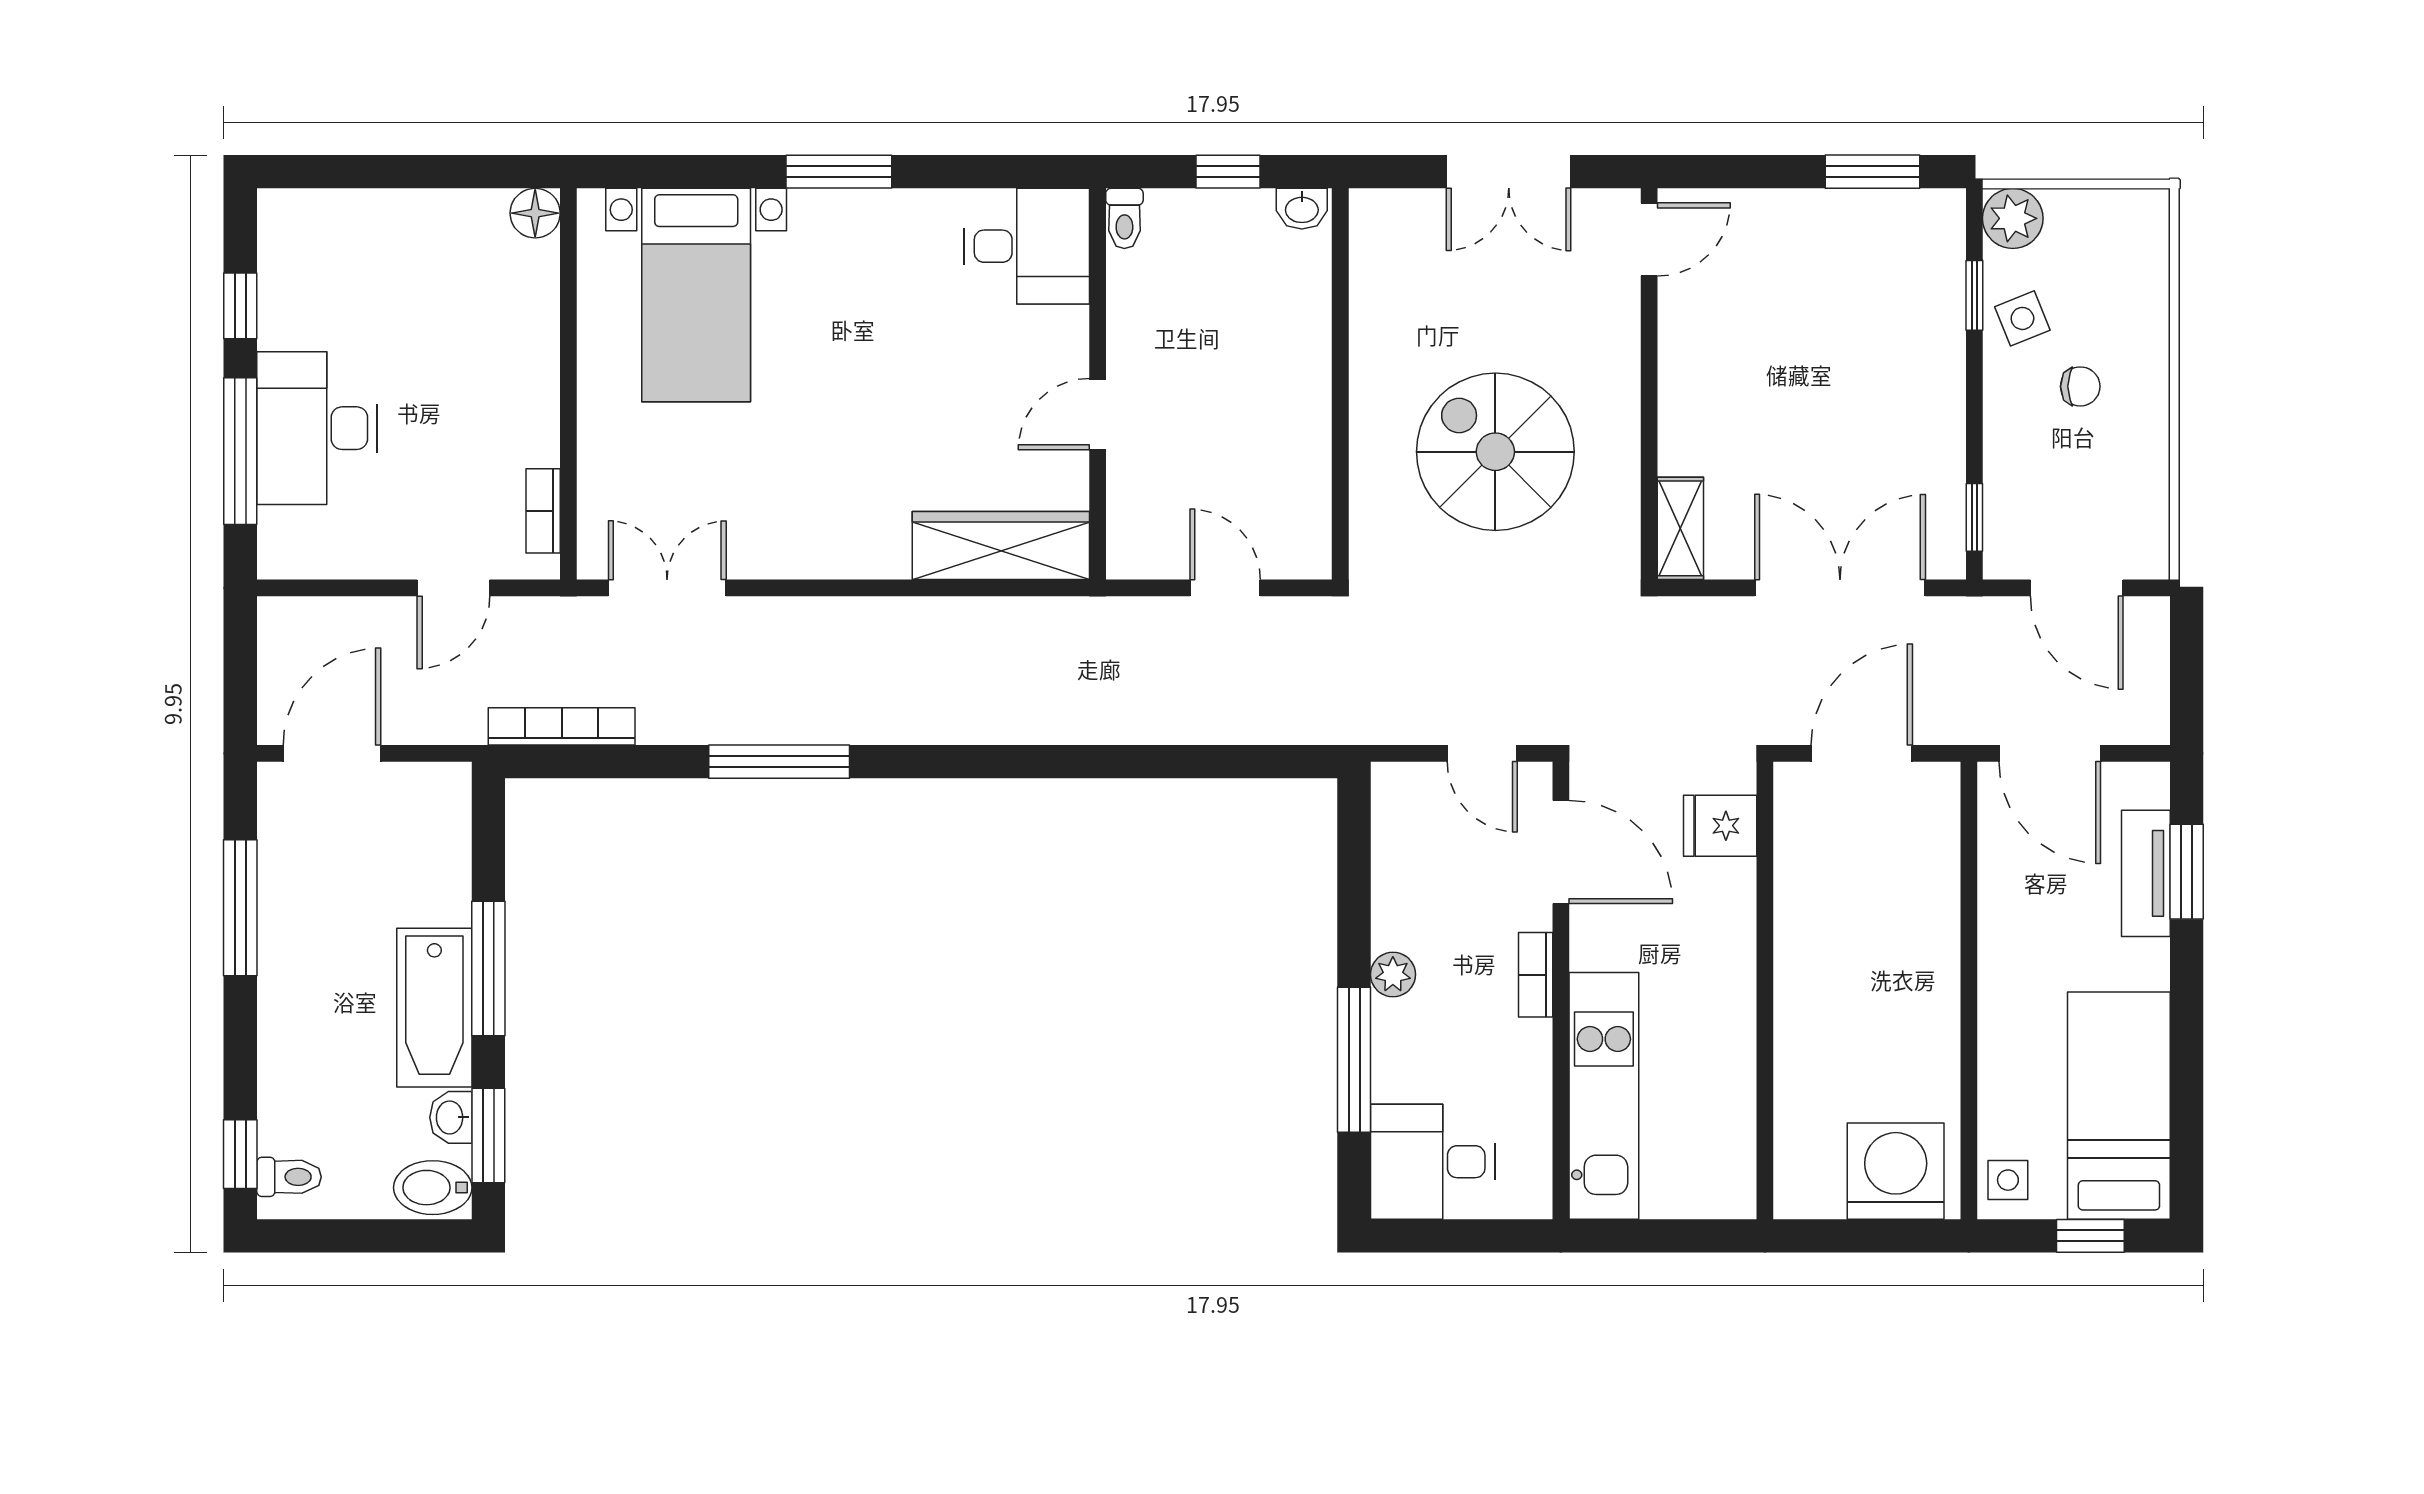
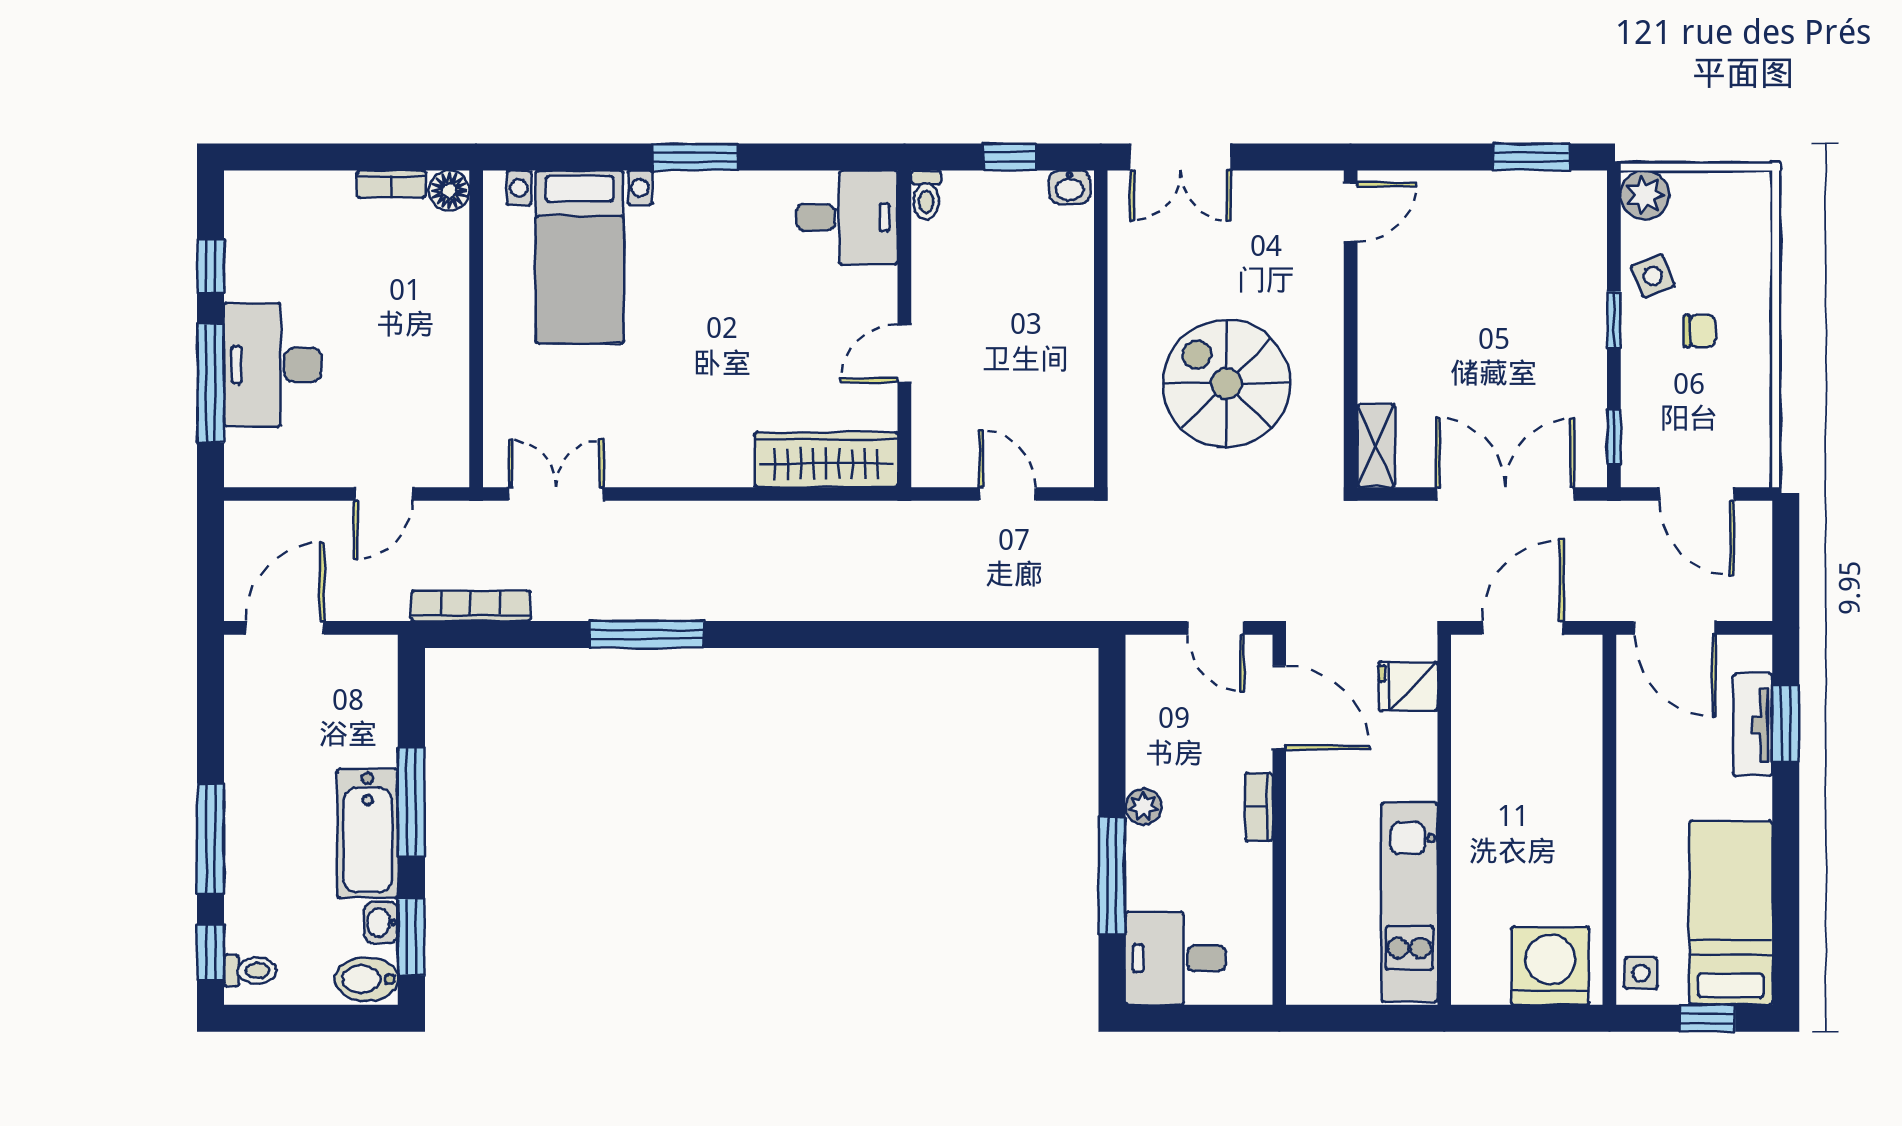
double door: (1509, 172) -> (1181, 157), moved
window: (1974, 295) -> (1614, 320), moved
bookcase: (543, 511) -> (391, 184), moved, turned -90
window: (240, 908) -> (211, 839), moved
kitchen unit: (1604, 1096) -> (1409, 902), moved, turned 180

